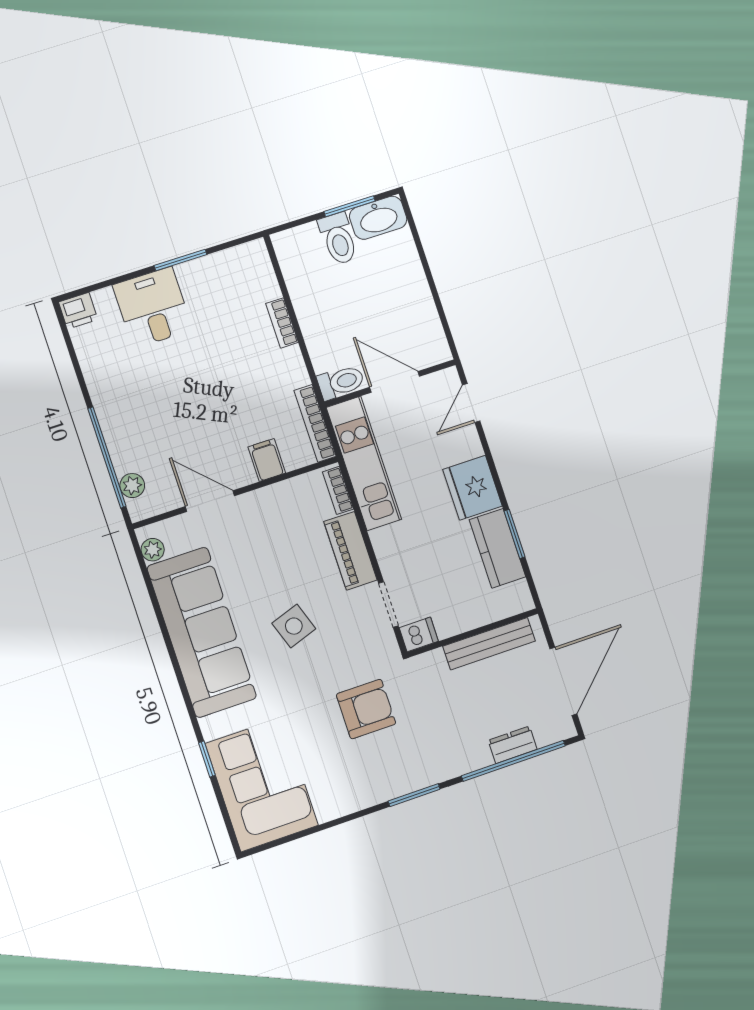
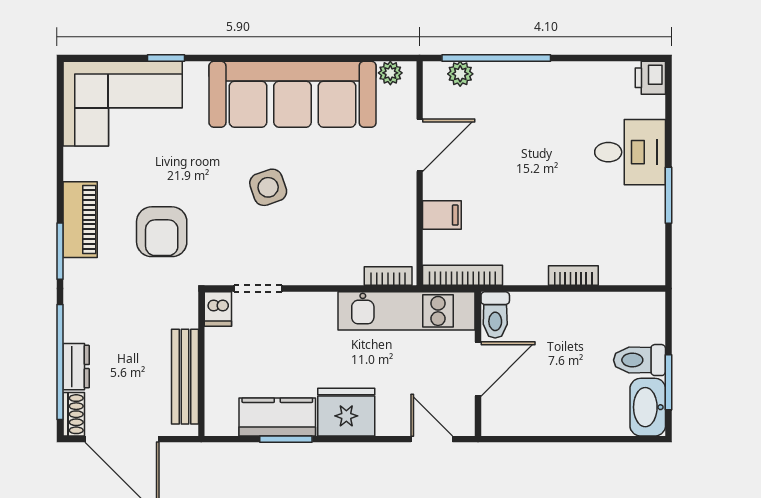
piano: (350, 551) -> (80, 220), moved, turned 90
shoe rack: (556, 732) -> (74, 414), added

